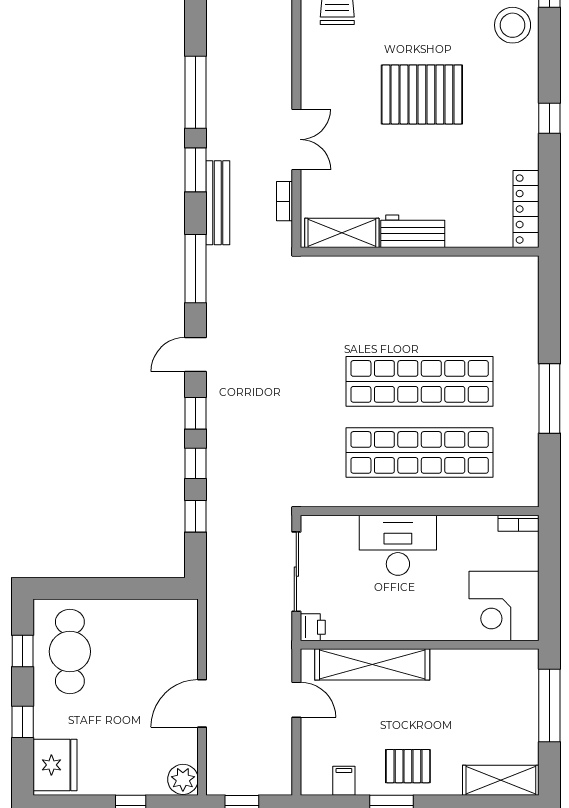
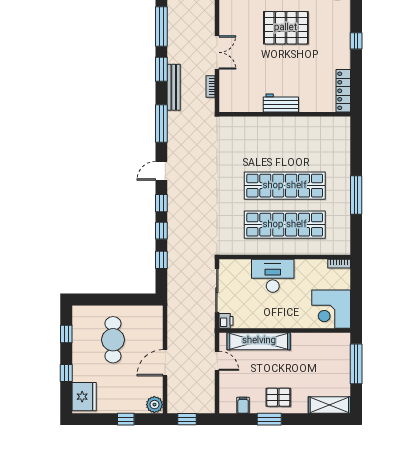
shelving: (342, 233) -> (242, 104), removed
cafe table: (70, 652) -> (113, 340), moved

